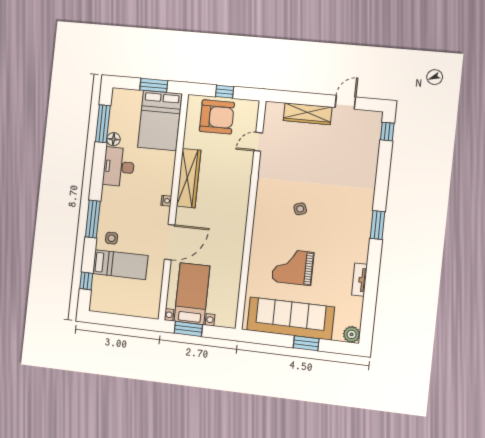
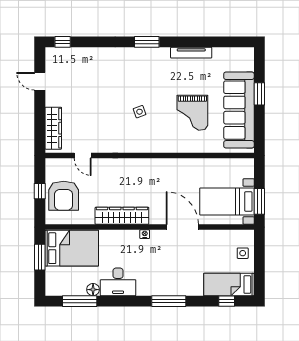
wardrobe: (308, 114) -> (53, 128), moved
armchair: (217, 117) -> (64, 196), turned 180
side table: (112, 238) -> (243, 253), moved
bed: (120, 265) -> (229, 285), moved, turned -90
tv unit: (359, 280) -> (191, 53), width x1.41
plant: (352, 334) -> (247, 55), removed

